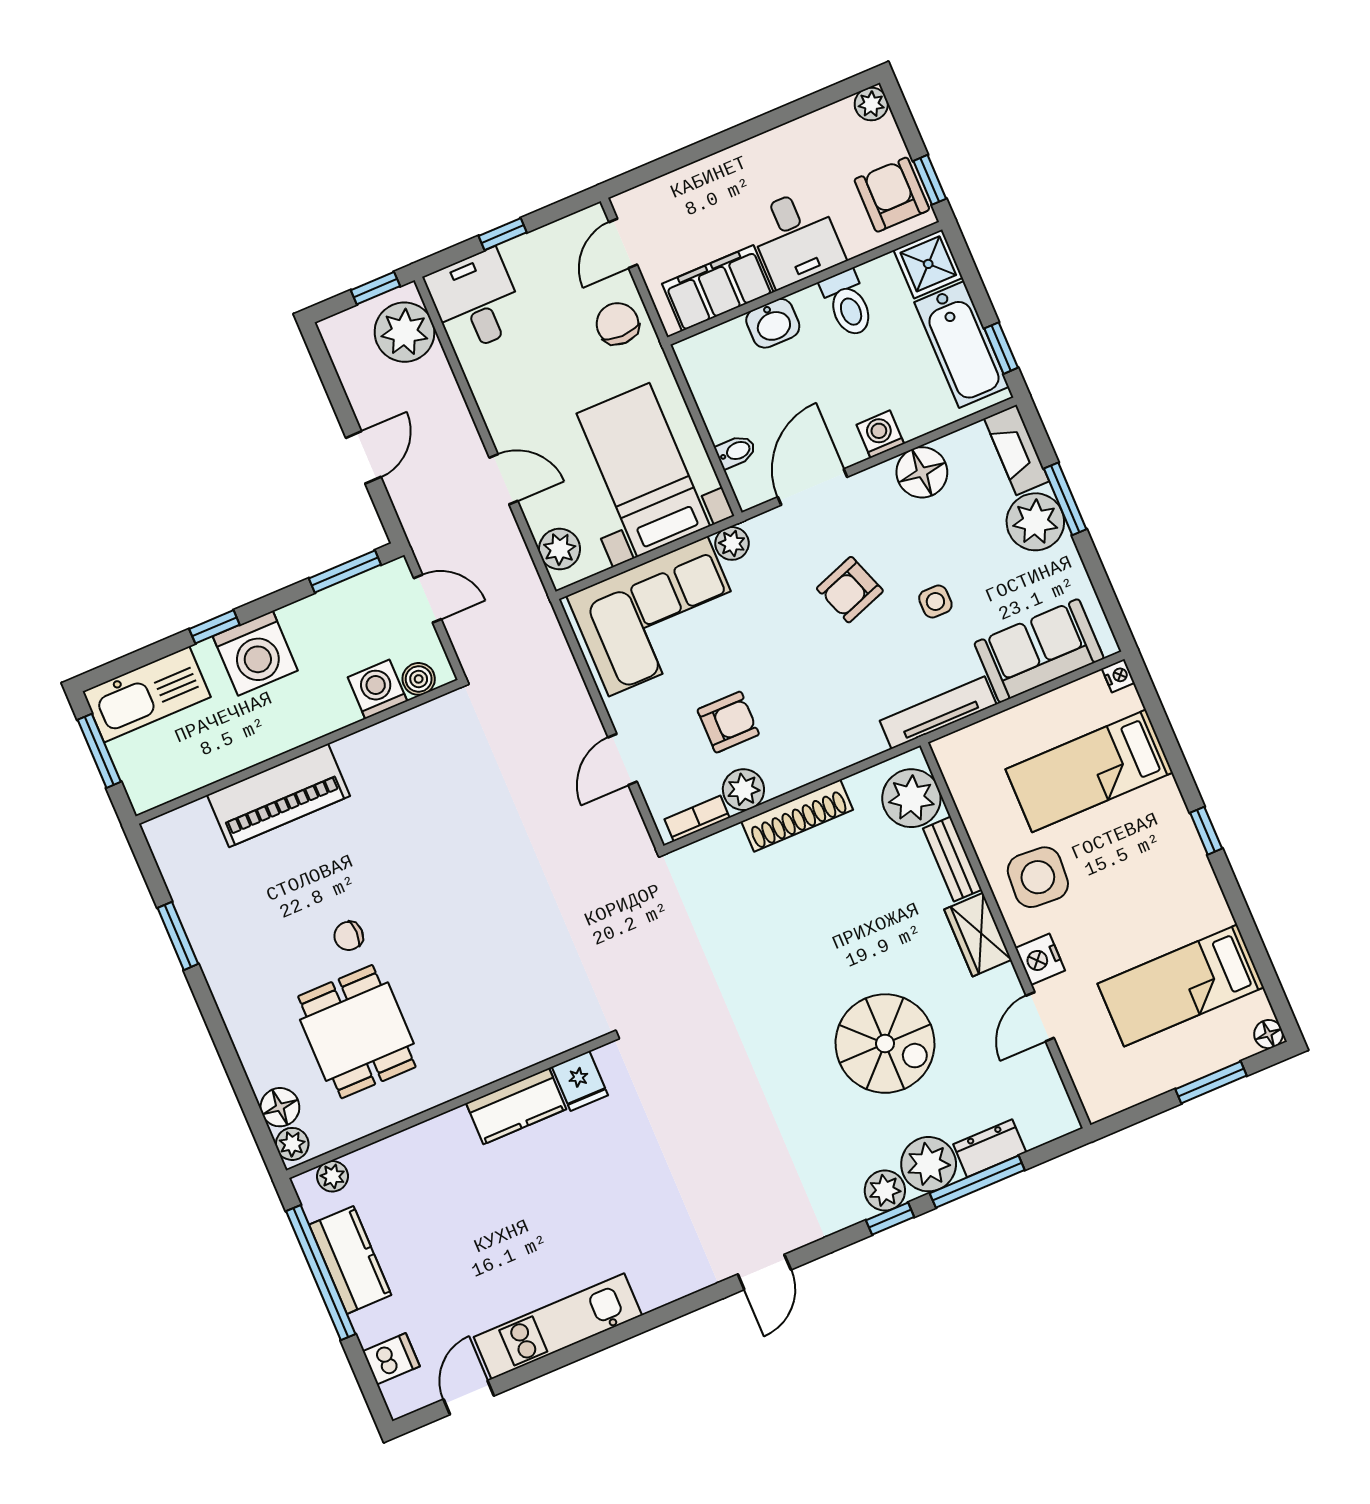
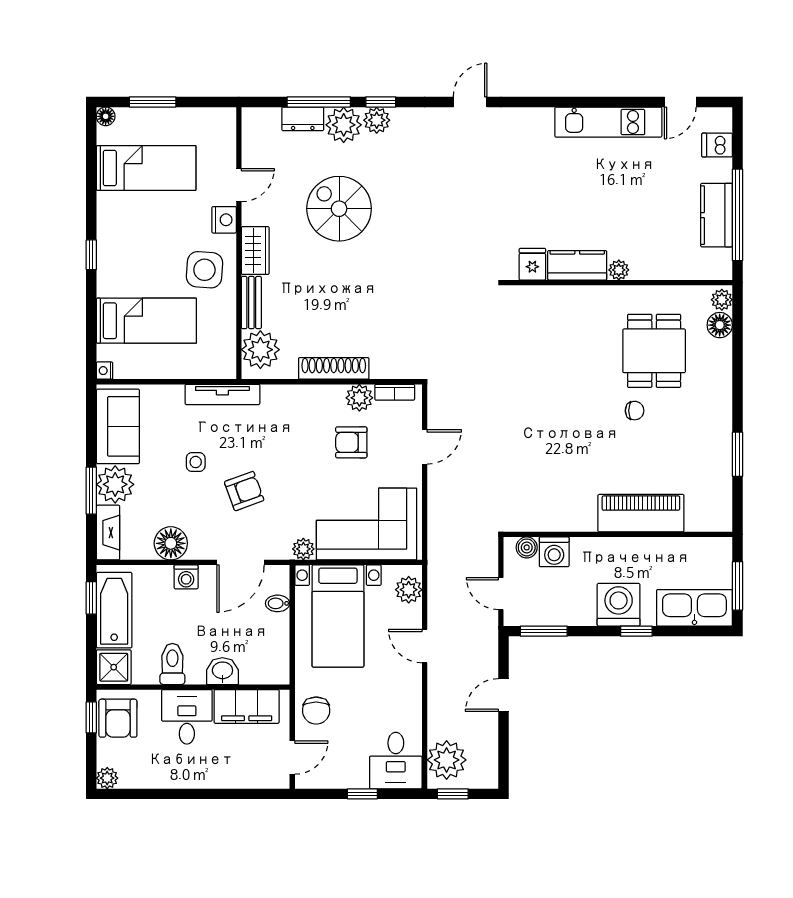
sofa: (1039, 651) -> (118, 426), moved, turned -90
plant: (332, 1176) -> (619, 270), moved

